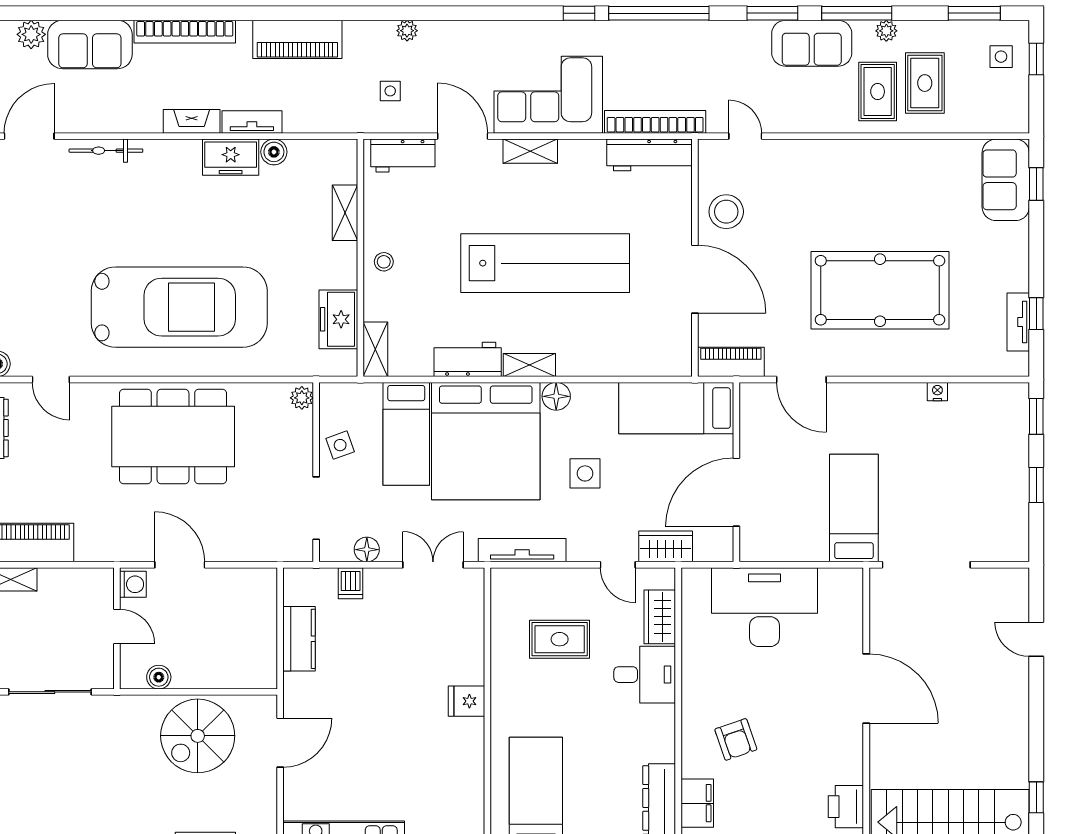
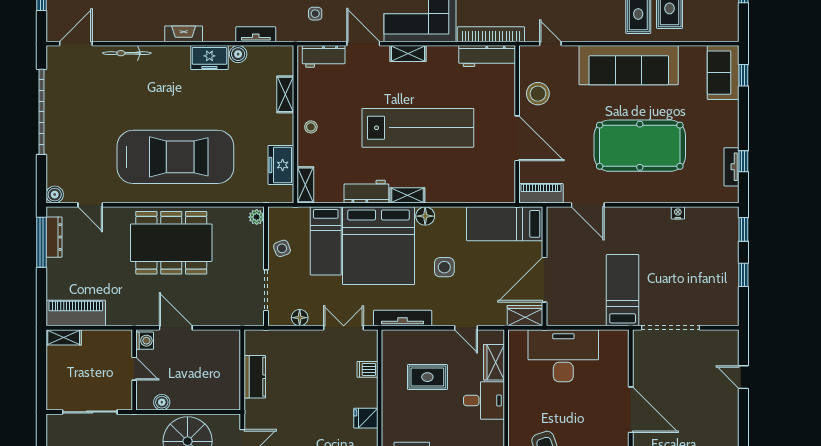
tv unit: (252, 122) -> (256, 34), moved
sofa: (863, 169) -> (629, 65), added
wardrobe: (666, 546) -> (525, 316), moved
dishwasher: (351, 583) -> (367, 369), moved, turned 90

